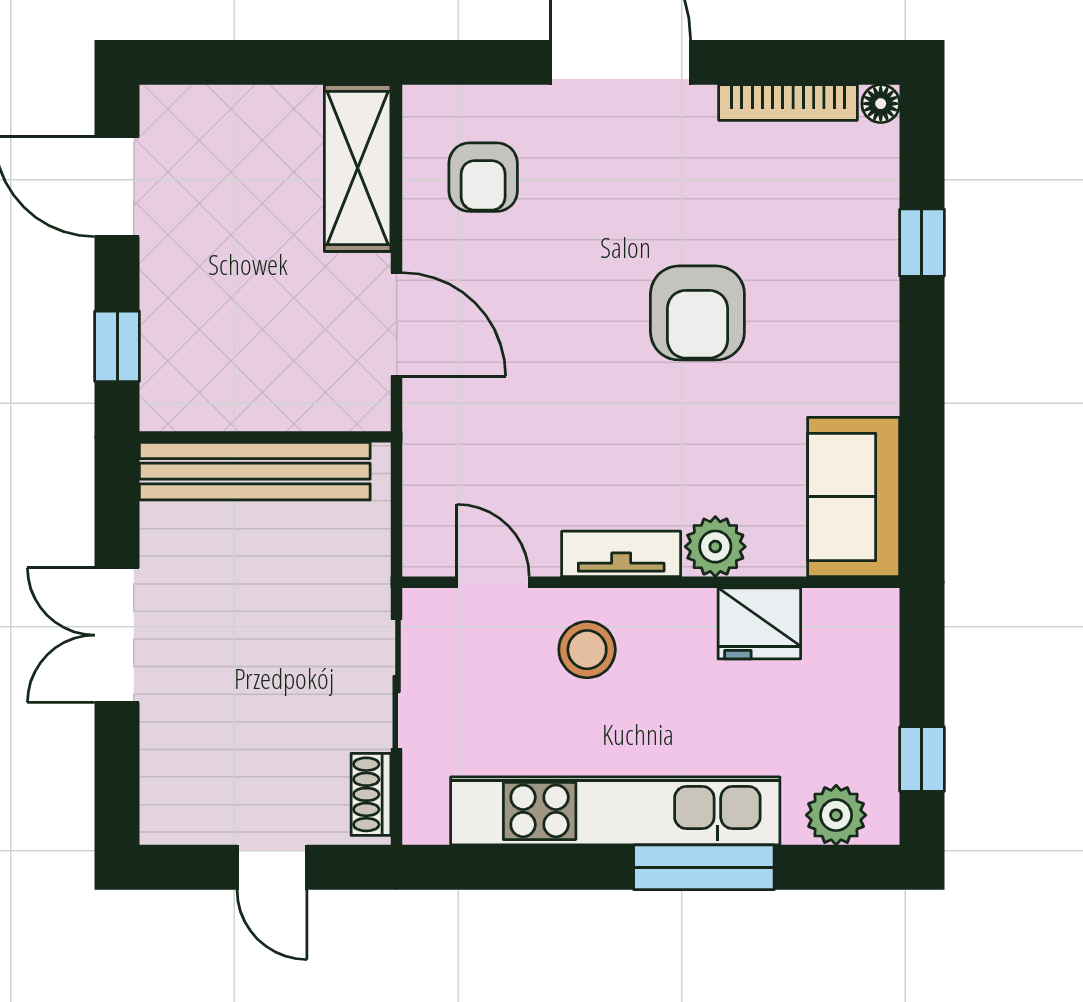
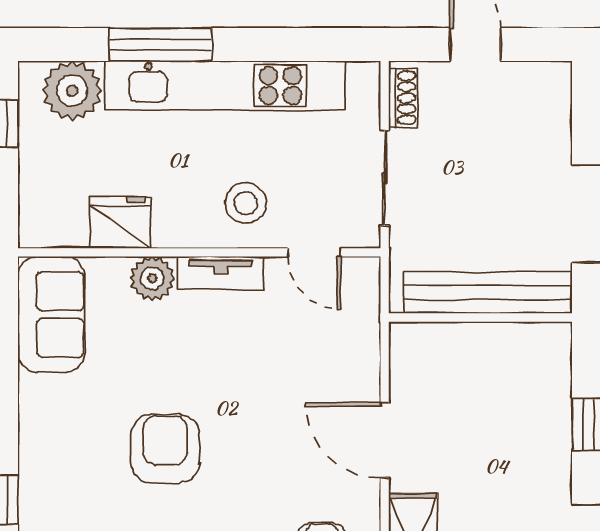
wall: (265, 437) -> (480, 318), moved
bench: (255, 471) -> (488, 293), moved
plant: (836, 815) -> (72, 91), width x1.36, depth x1.36

